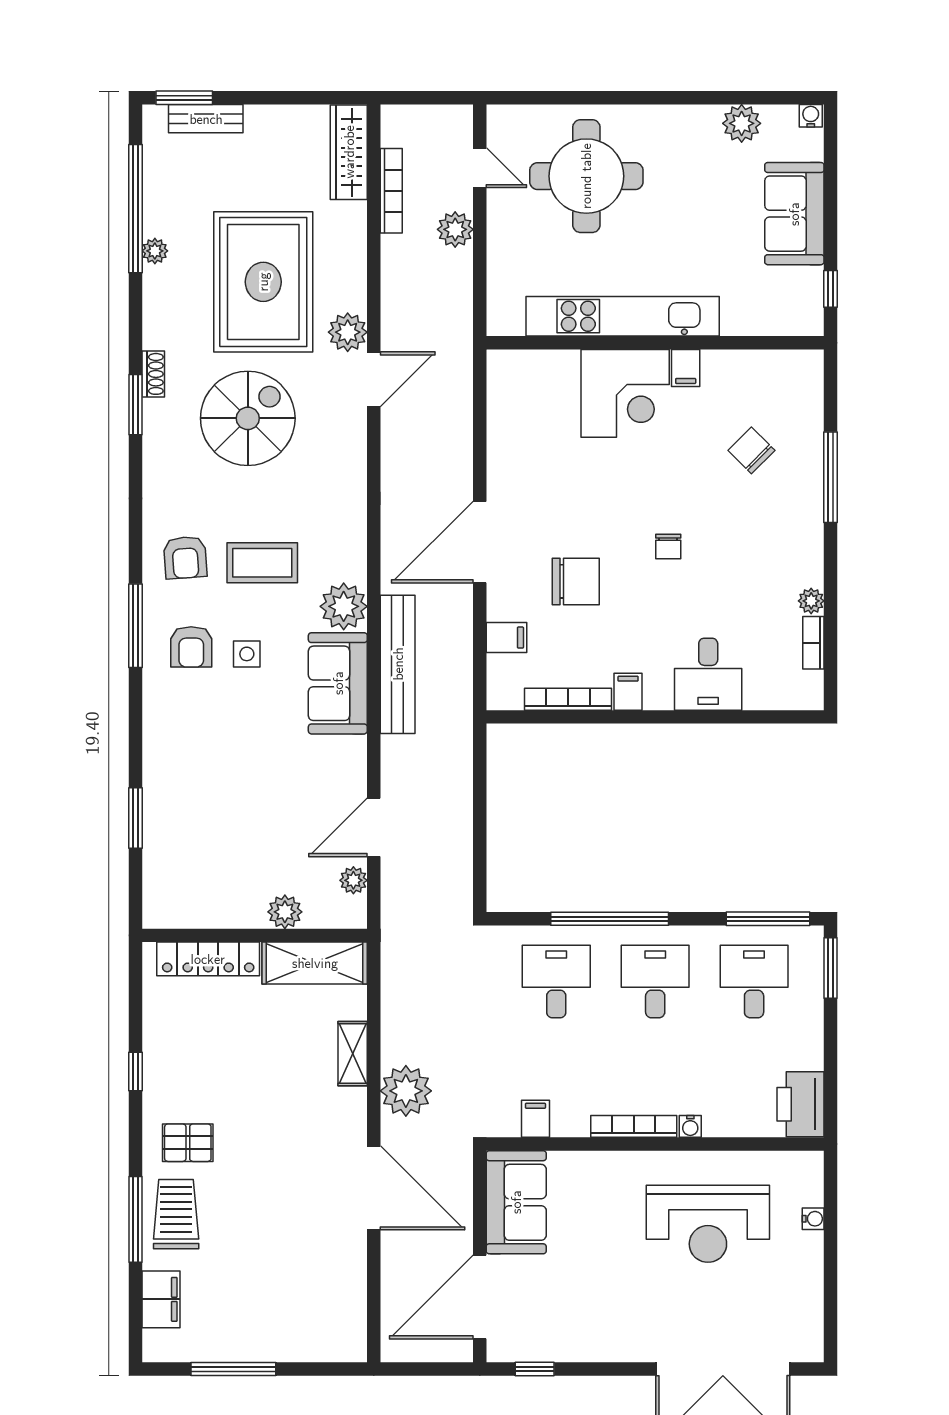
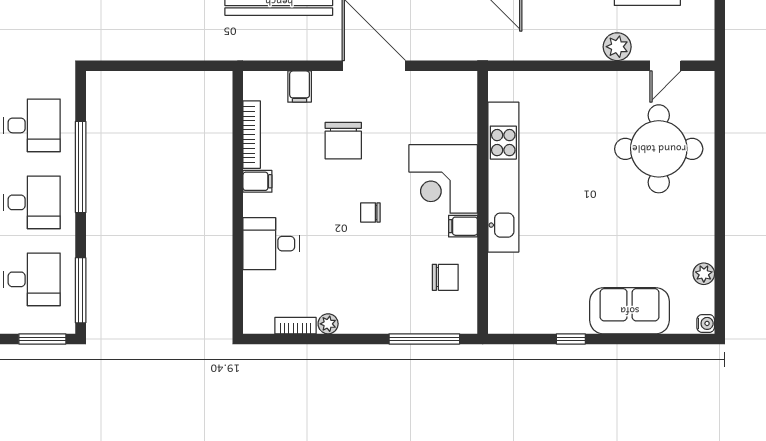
plant: (742, 123) -> (704, 274), width x0.73, depth x0.73
kitchen unit: (623, 316) -> (503, 177), moved
wall: (655, 343) -> (483, 202), moved
filing cabinet: (686, 368) -> (463, 226), moved
corner desk: (625, 393) -> (443, 179), moved
chair: (751, 450) -> (445, 277), turned 45

